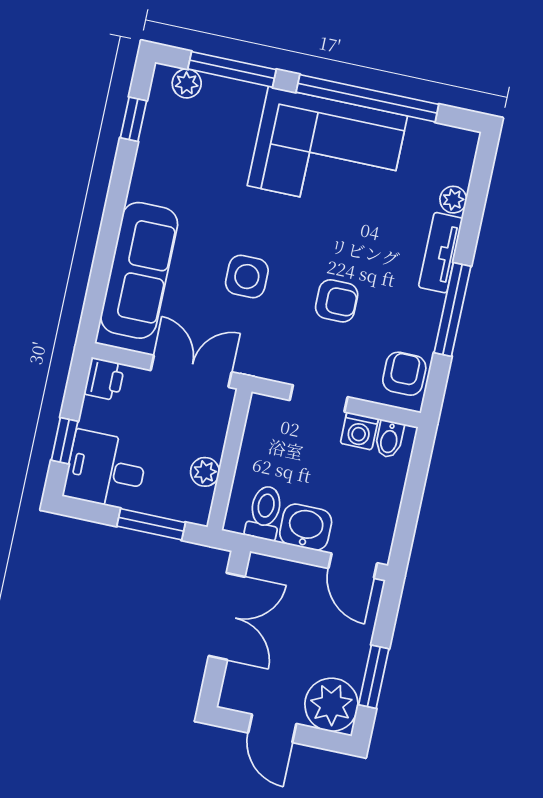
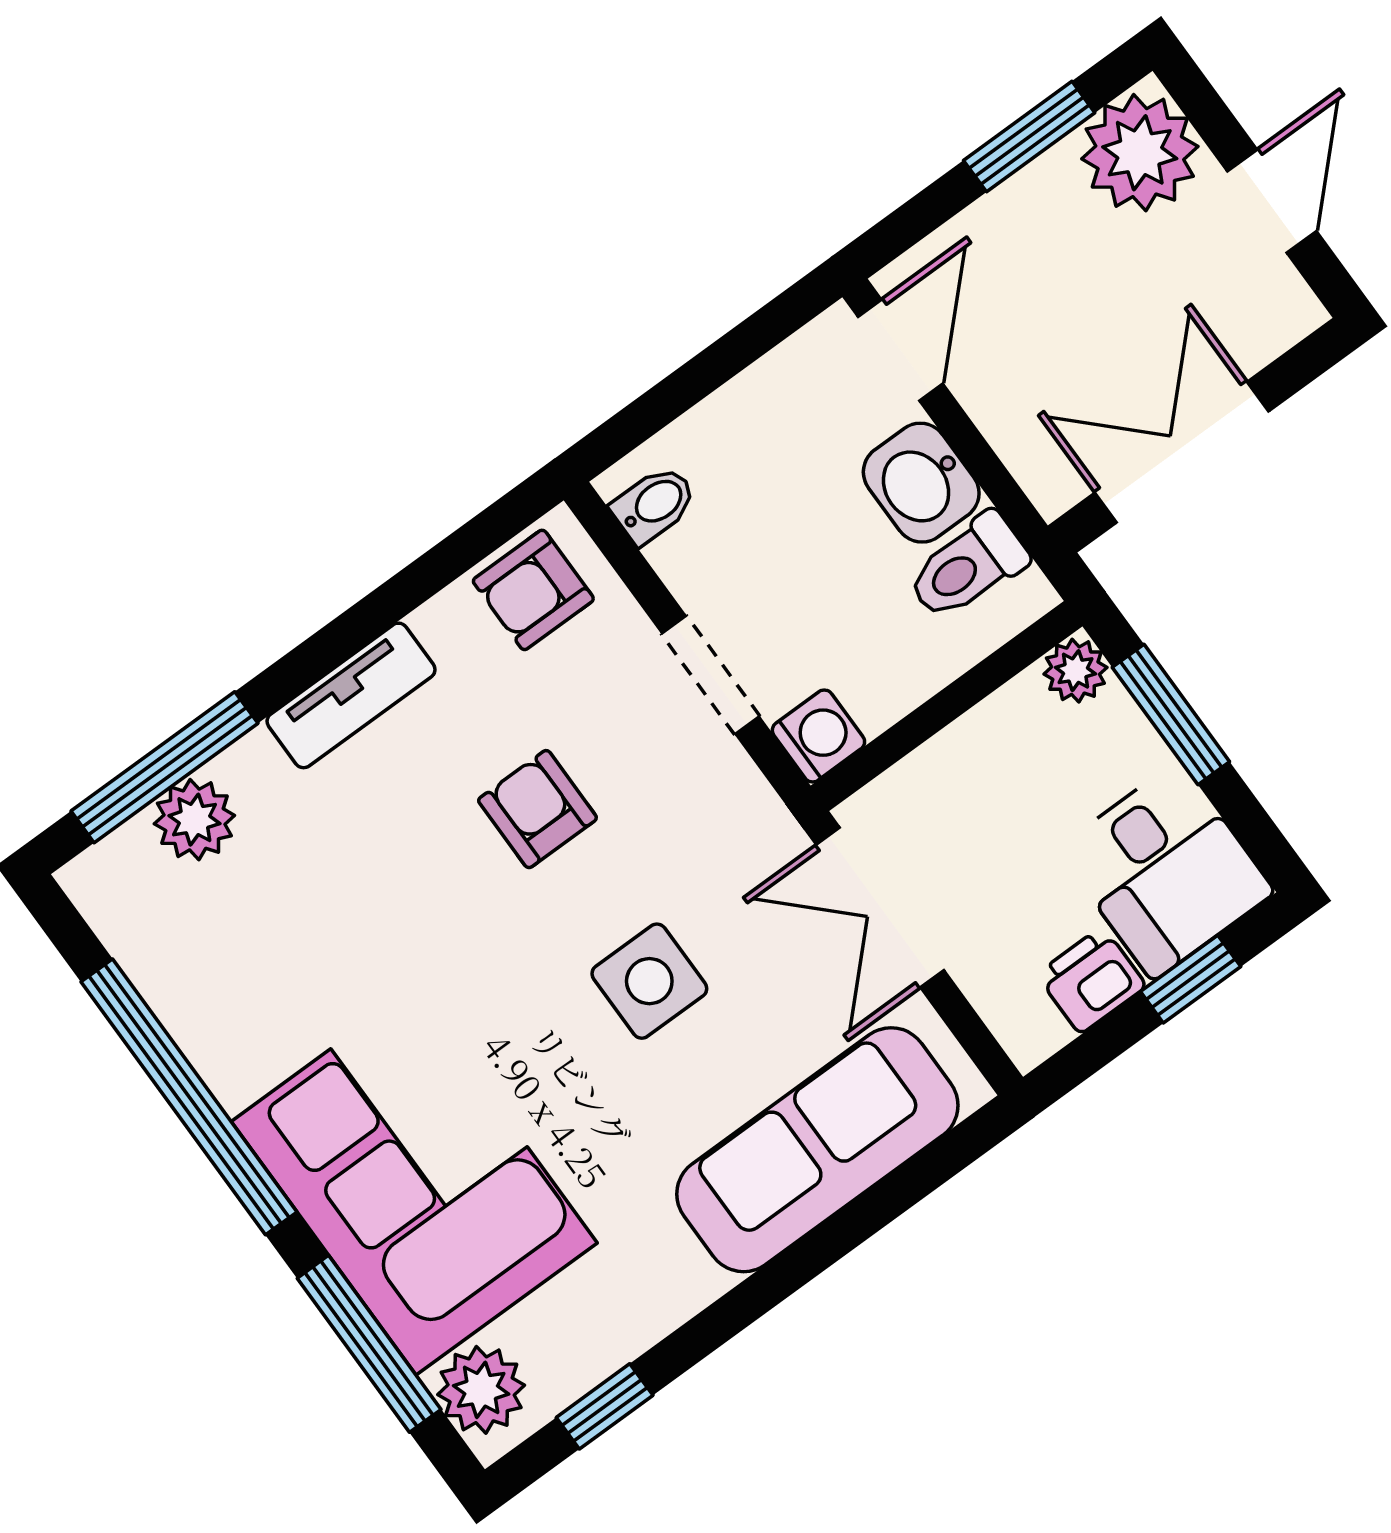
plant: (187, 83) -> (481, 1390), width x1.38, depth x1.38
corner sofa: (327, 151) -> (414, 1182), moved
plant: (453, 200) -> (194, 820), width x1.38, depth x1.38
tv unit: (441, 253) -> (351, 695), moved
window: (452, 309) -> (164, 767), moved
printer: (104, 379) -> (1091, 980), moved
washing machine: (359, 431) -> (818, 736), moved
plant: (205, 472) -> (1075, 671), moved

